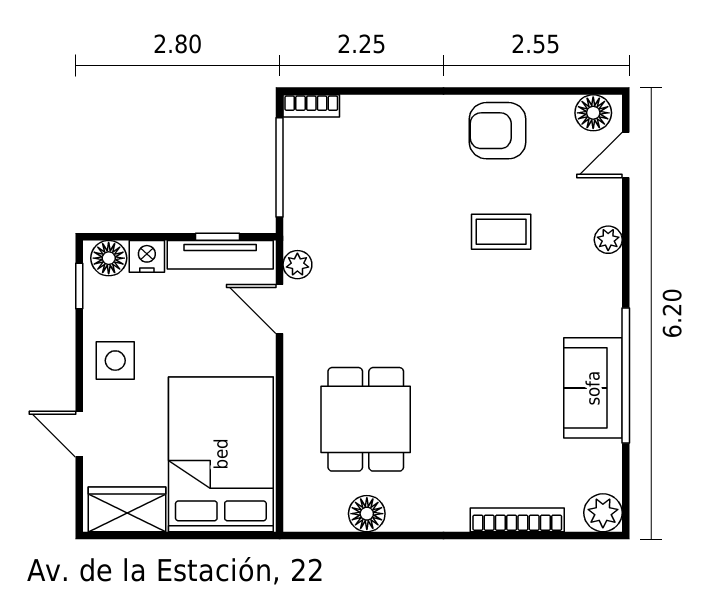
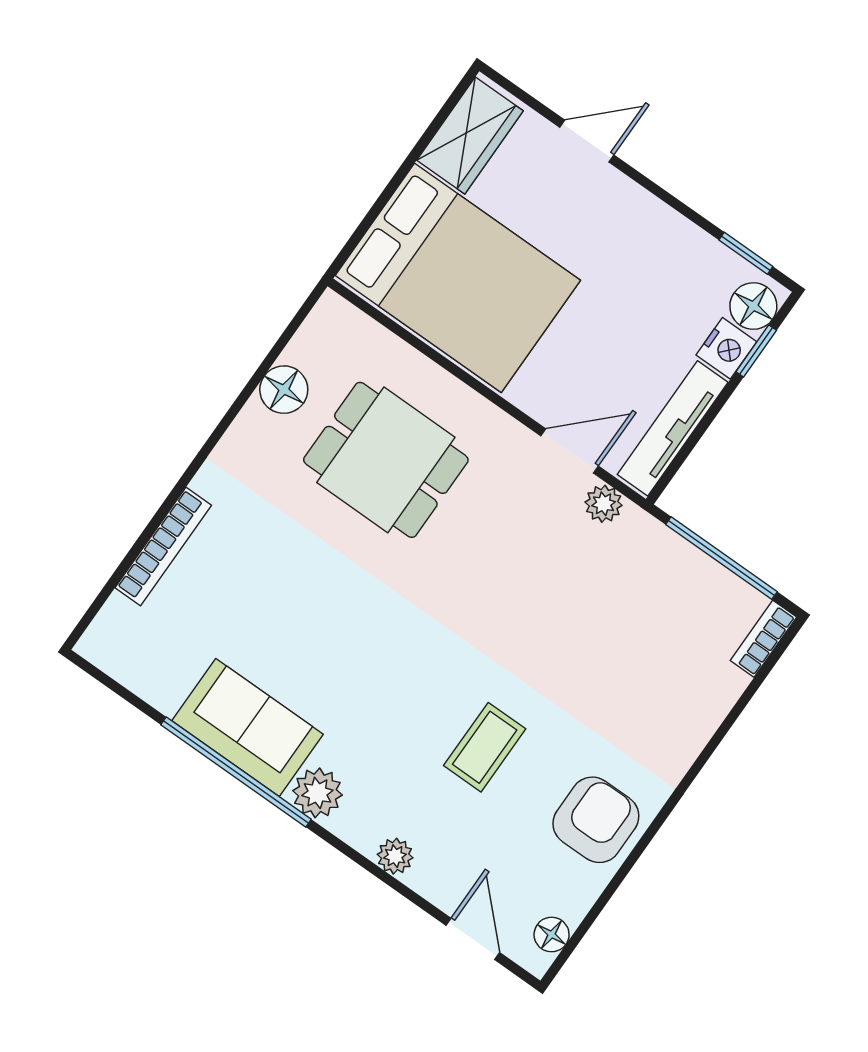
floor lamp: (593, 113) -> (552, 935), width x0.73, depth x0.73
window: (218, 237) -> (756, 351), moved
side table: (115, 361) -> (639, 236), removed
plant: (603, 513) -> (317, 793), moved

